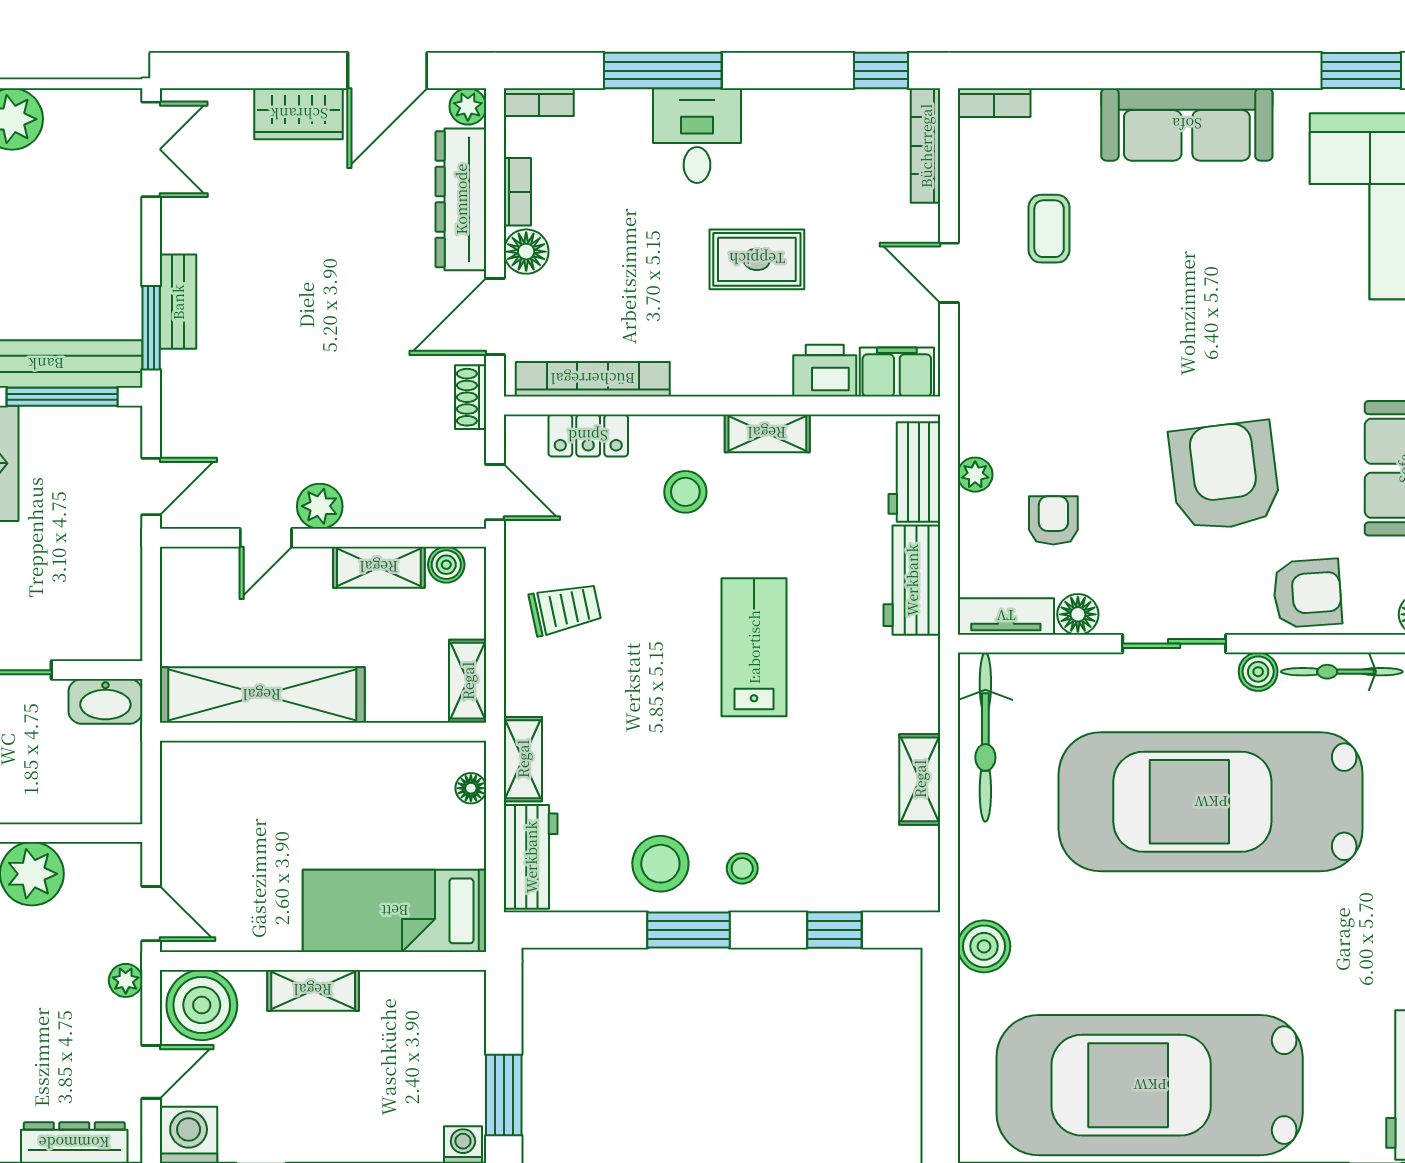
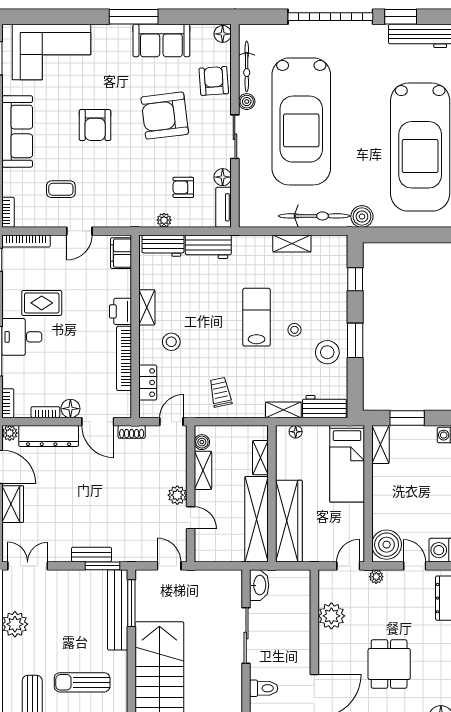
rug: (757, 259) -> (42, 303), moved, turned 90
armchair: (1202, 310) -> (95, 125), added
printer: (825, 371) -> (120, 311), moved
bookcase: (593, 379) -> (124, 358), moved
lab bench: (754, 647) -> (257, 317), moved, turned 90
shelving: (468, 681) -> (260, 458), moved, turned 90
bicycle: (985, 737) -> (314, 216), moved
wardrobe: (258, 772) -> (289, 521), added
stool: (742, 868) -> (294, 330), moved
shelving: (313, 990) -> (380, 444), moved
window: (504, 1095) -> (407, 418), moved

